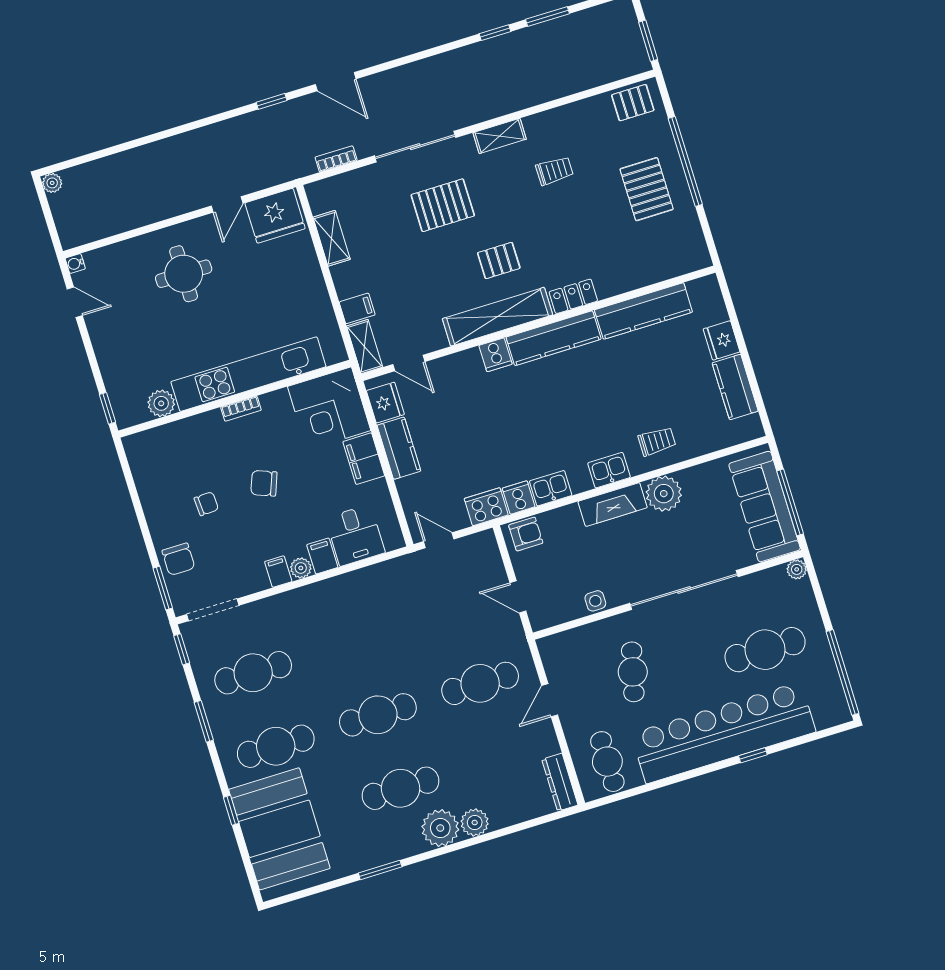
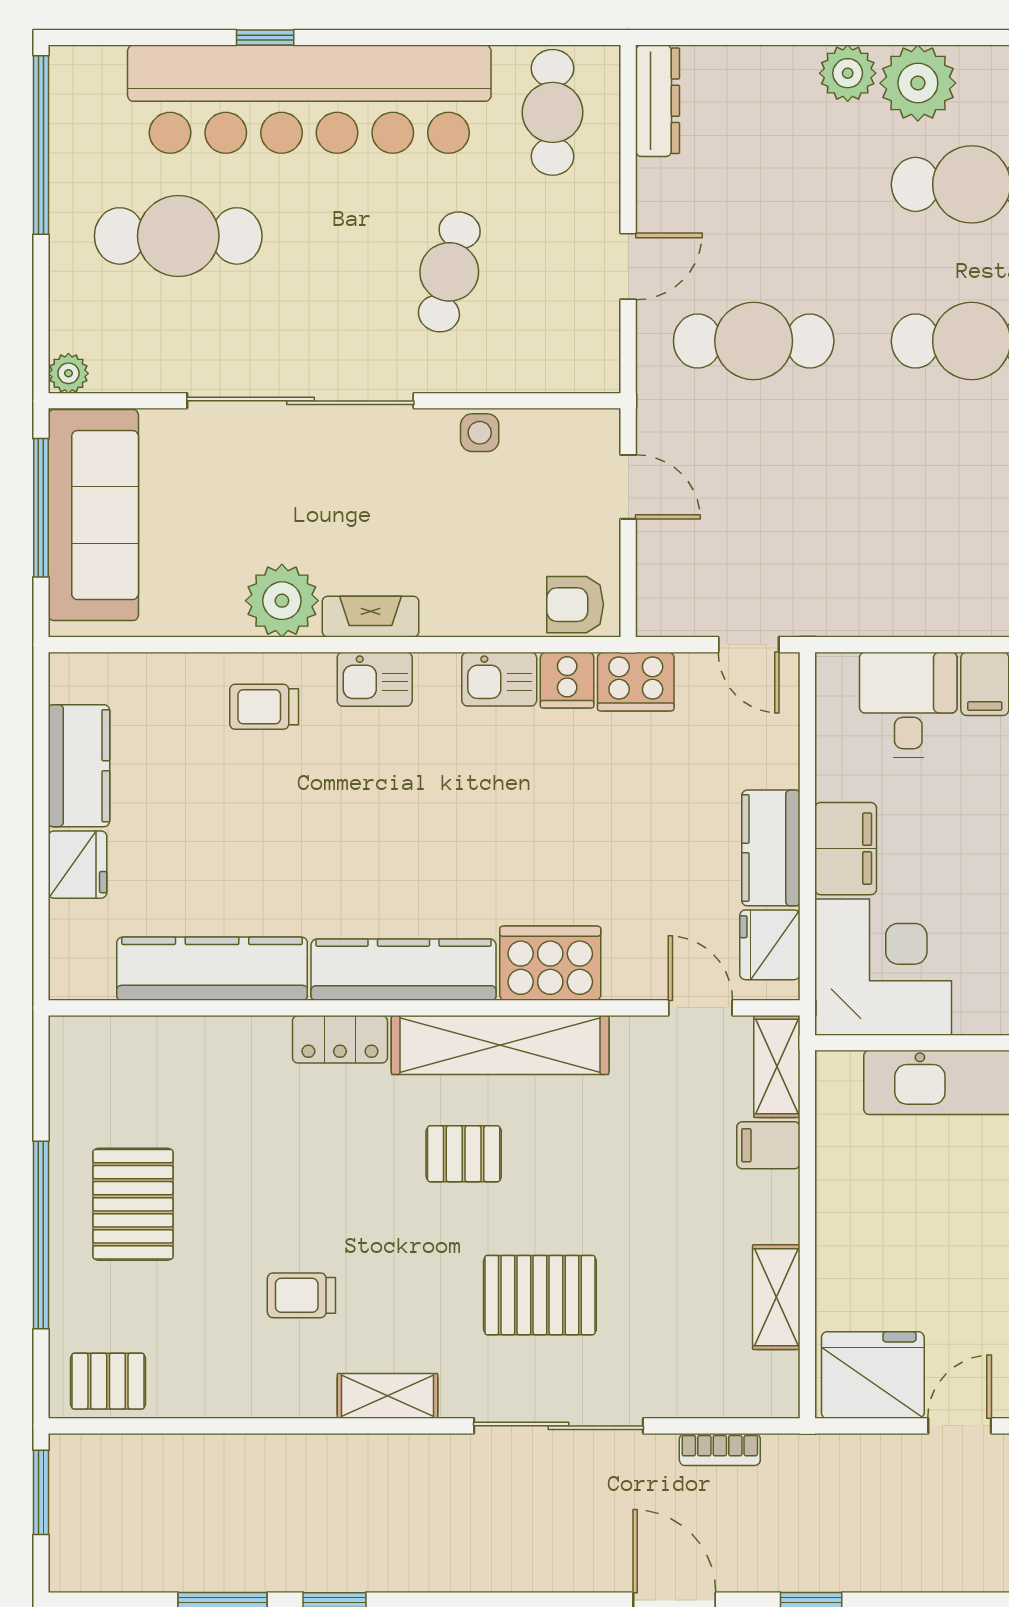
cooker: (495, 355) -> (550, 963), width x1.87, depth x1.31
fireplace: (613, 505) -> (370, 617), width x0.73, depth x0.76

